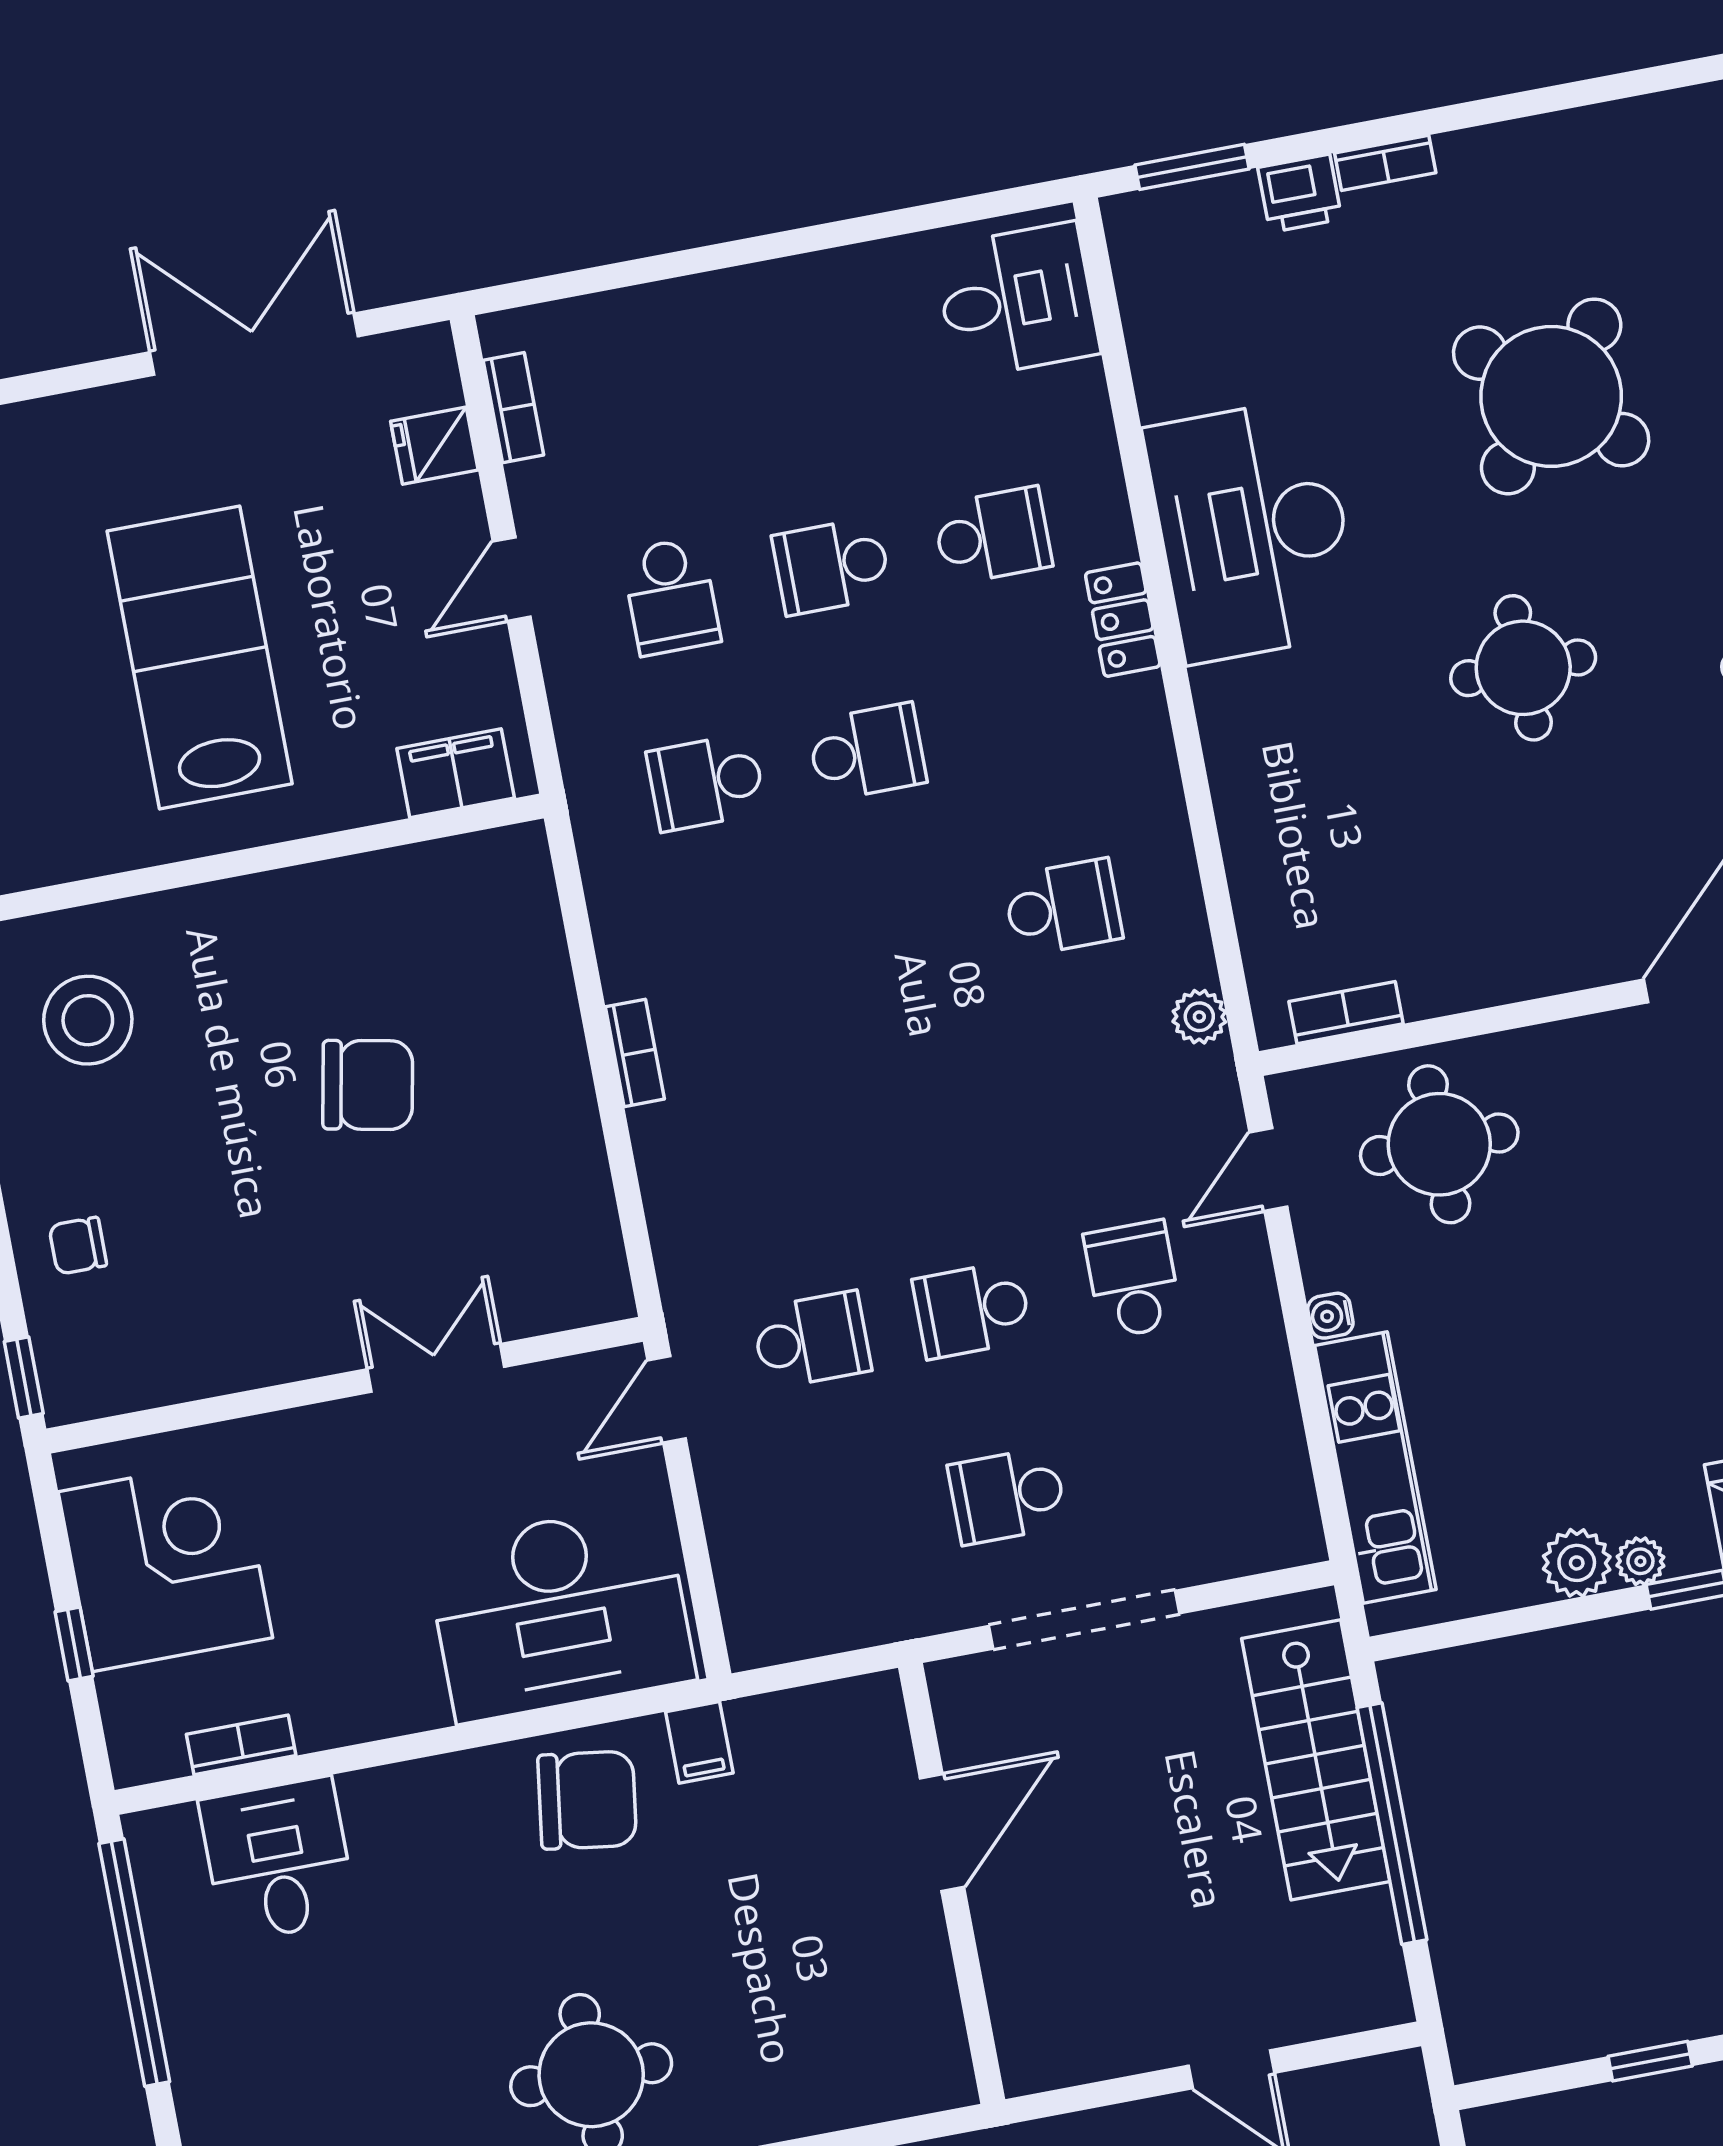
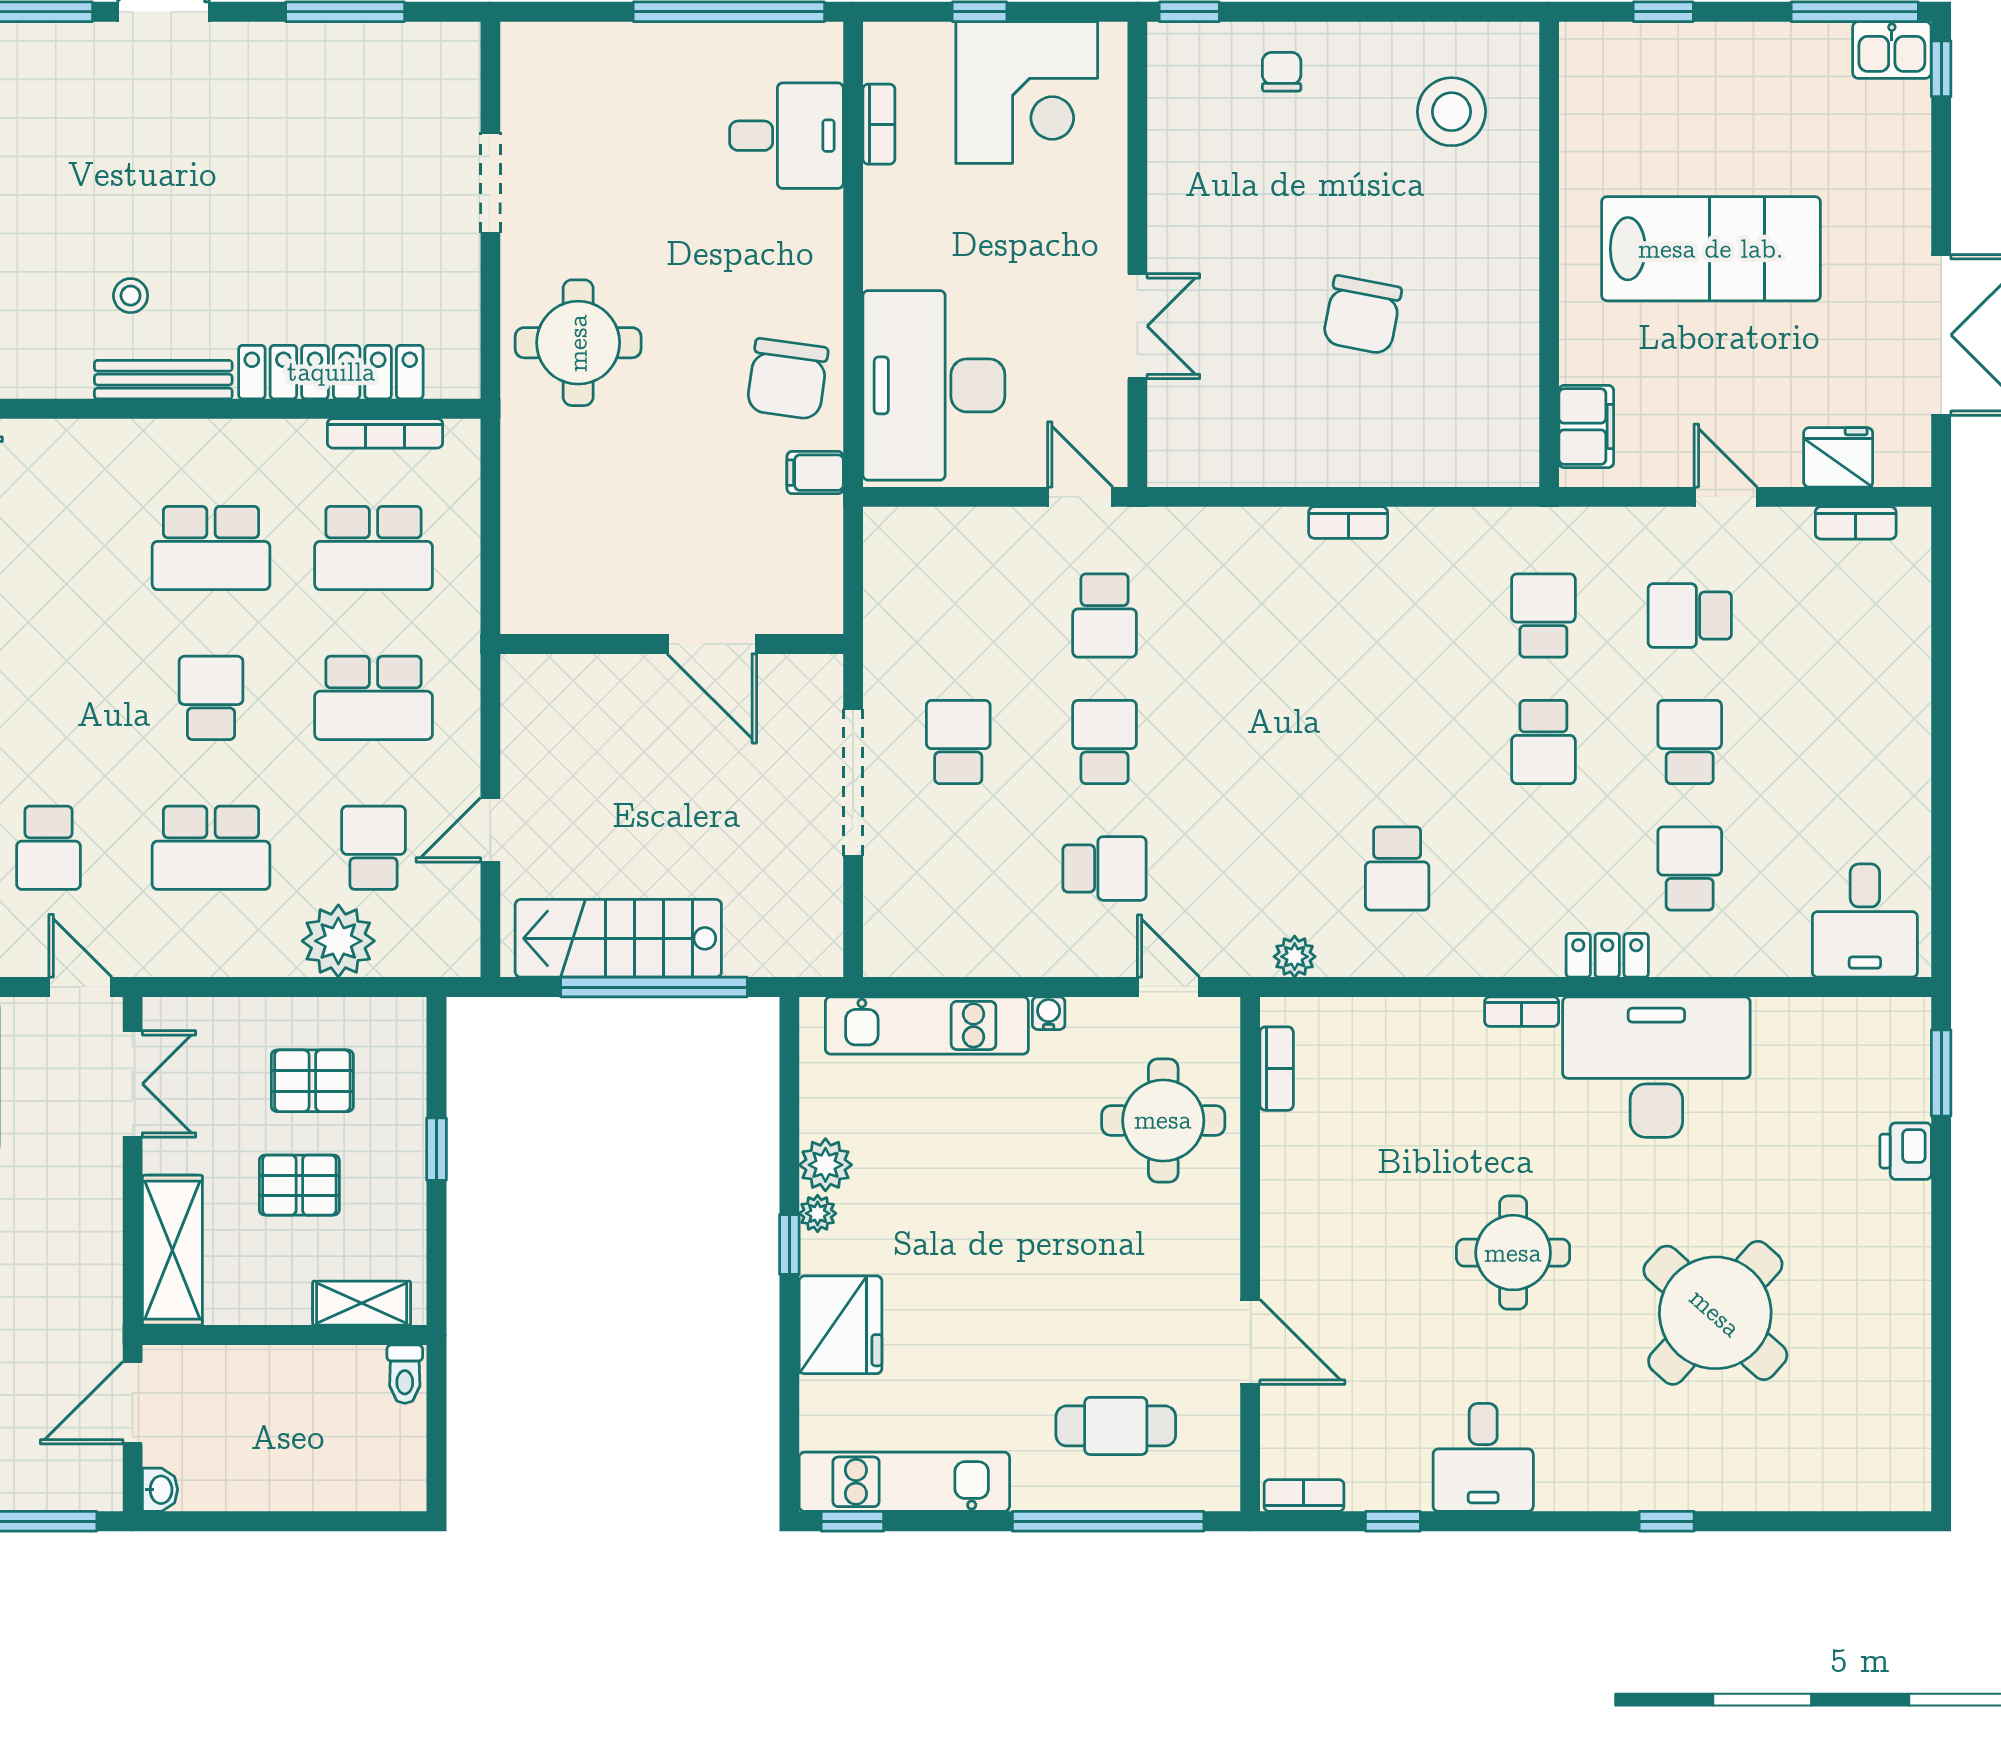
bookcase: (1385, 163) -> (1522, 1012), moved, turned -90
fridge: (434, 446) -> (1838, 457), width x1.38
school desk: (992, 536) -> (1690, 868), turned 180
stairs: (1316, 1760) -> (618, 938), moved

